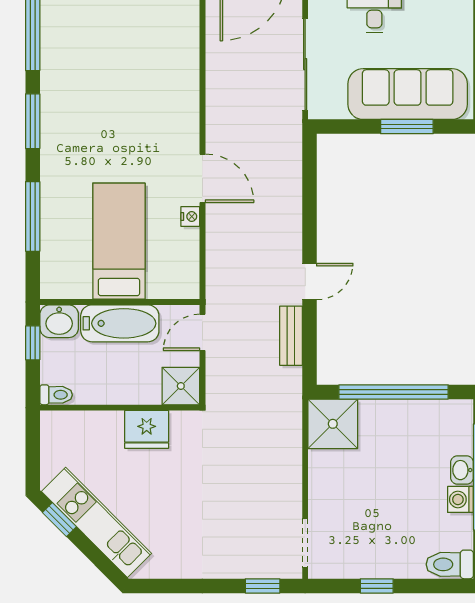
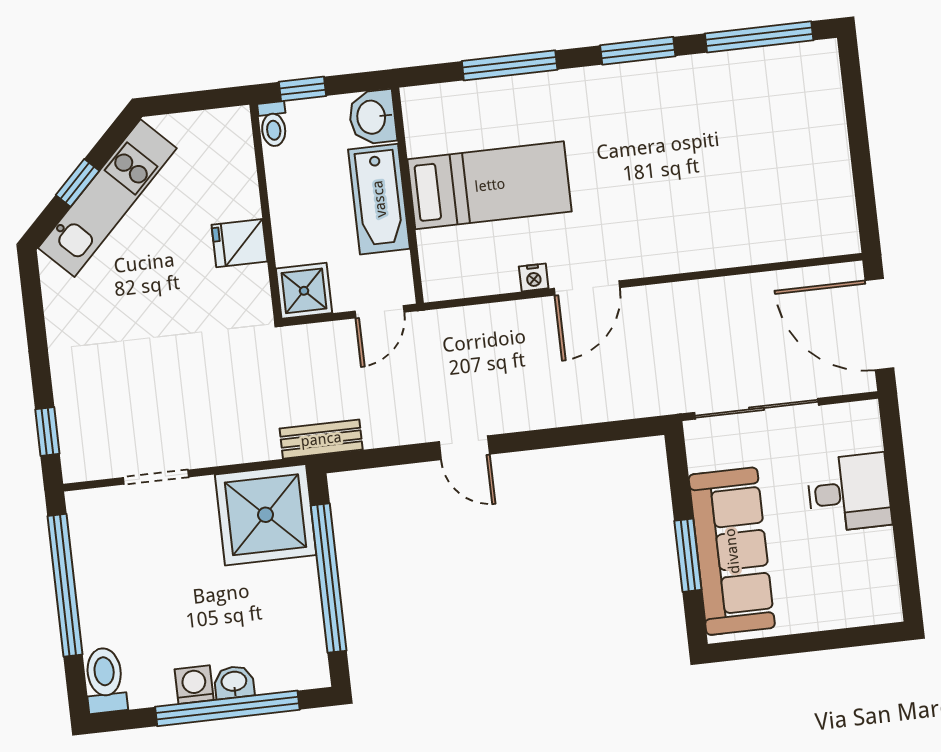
door: (202, 332) -> (380, 312), swing flipped
bench: (291, 336) -> (321, 439), moved
window: (33, 343) -> (303, 89), moved
shower: (333, 424) -> (266, 515), width x1.37, depth x1.37
fridge: (147, 429) -> (239, 243), width x0.72
window: (59, 520) -> (77, 183), moved
doorway: (305, 543) -> (156, 477), moved
window: (377, 586) -> (65, 585), width x3.17

